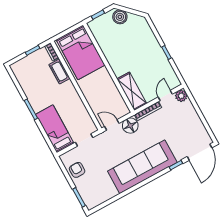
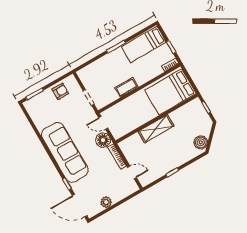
boiler: (120, 17) -> (201, 142), moved
cot: (59, 71) -> (126, 87), moved
shelving: (132, 91) -> (156, 129), moved
plant: (181, 96) -> (106, 202), moved
door: (112, 125) -> (103, 123), swing flipped
bed: (55, 129) -> (144, 44), moved, turned 180

